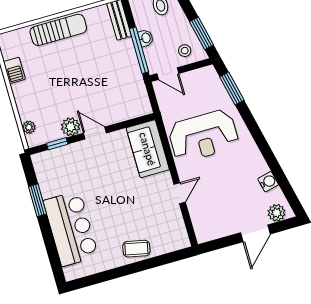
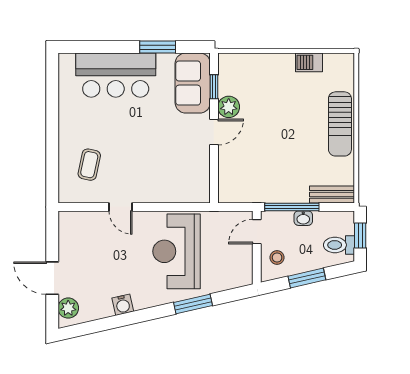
window: (202, 33) -> (307, 278), moved
window: (232, 89) -> (193, 304), moved
plant: (29, 127) -> (241, 61), removed
sofa: (148, 149) -> (193, 83), moved, turned -90
water cooler: (268, 182) -> (123, 305), moved
coffee table: (136, 249) -> (89, 165), moved

